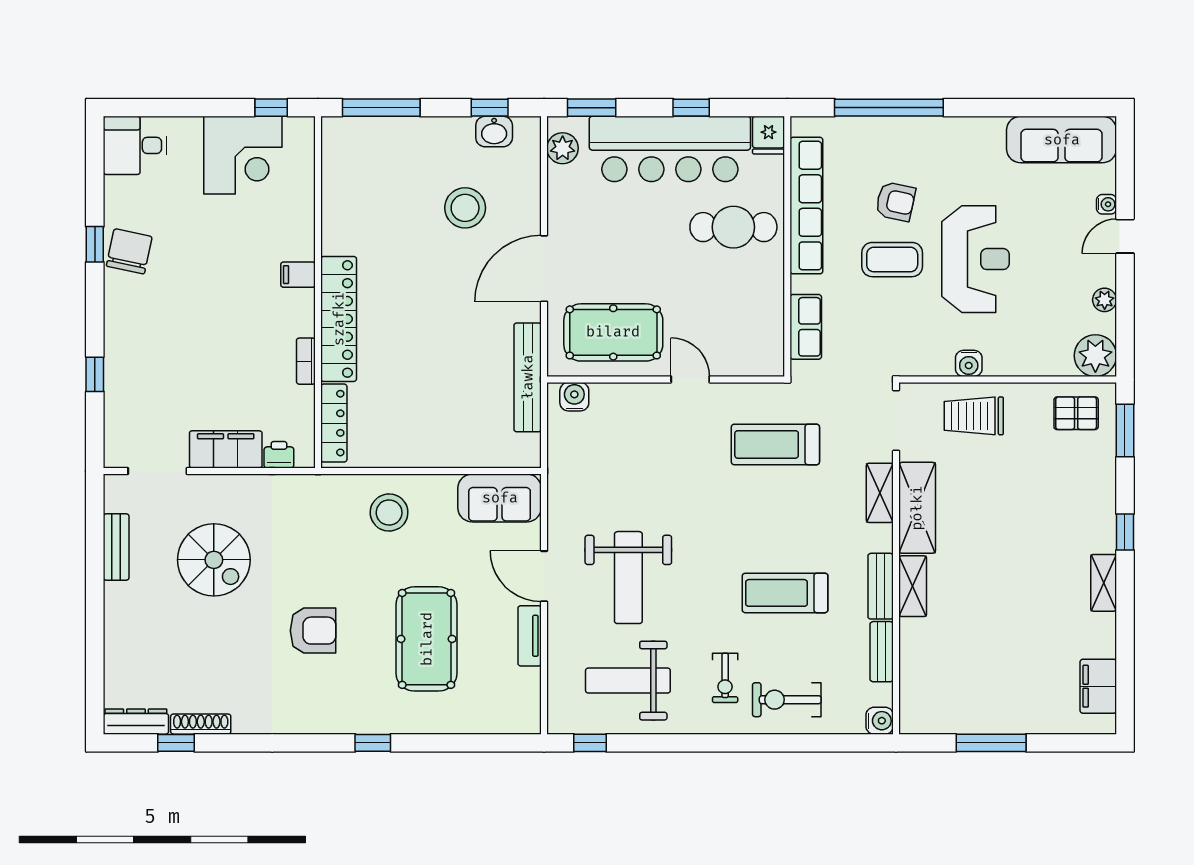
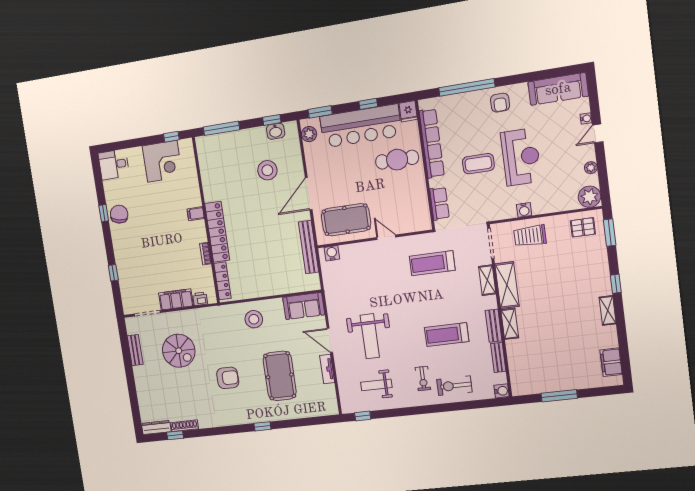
armchair: (895, 201) -> (500, 103), moved, turned 78
weight bench: (628, 681) -> (376, 385), width x0.73, depth x0.75

